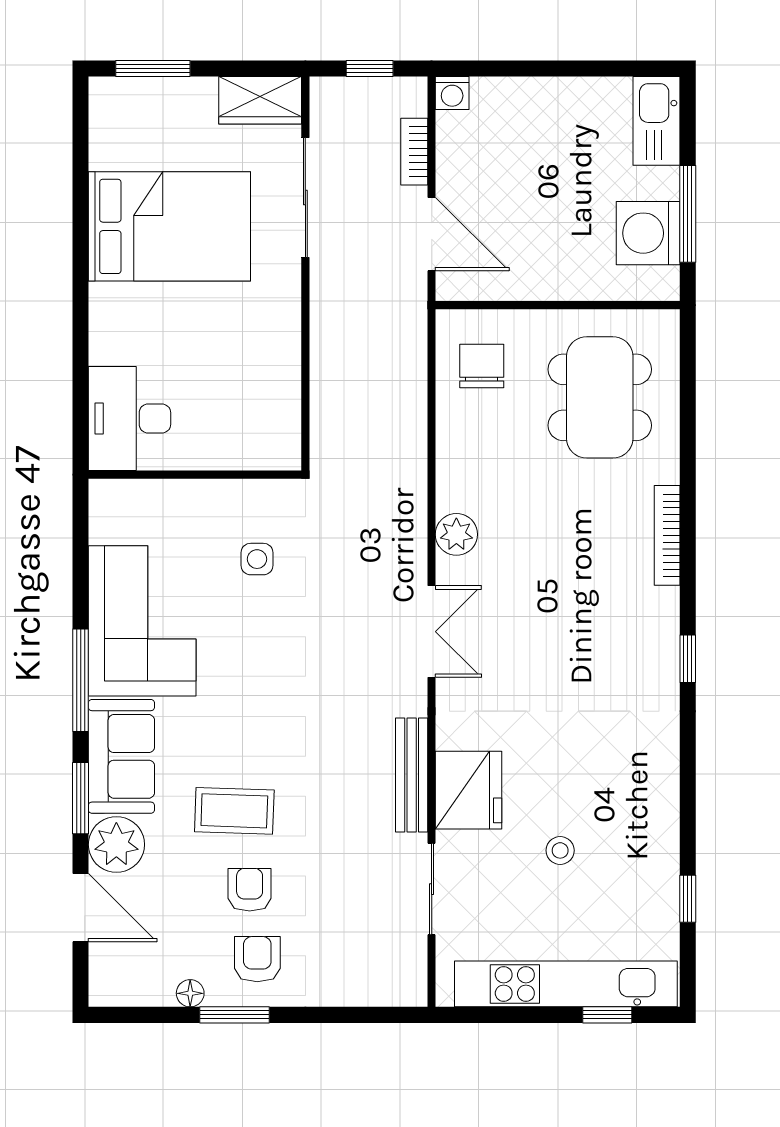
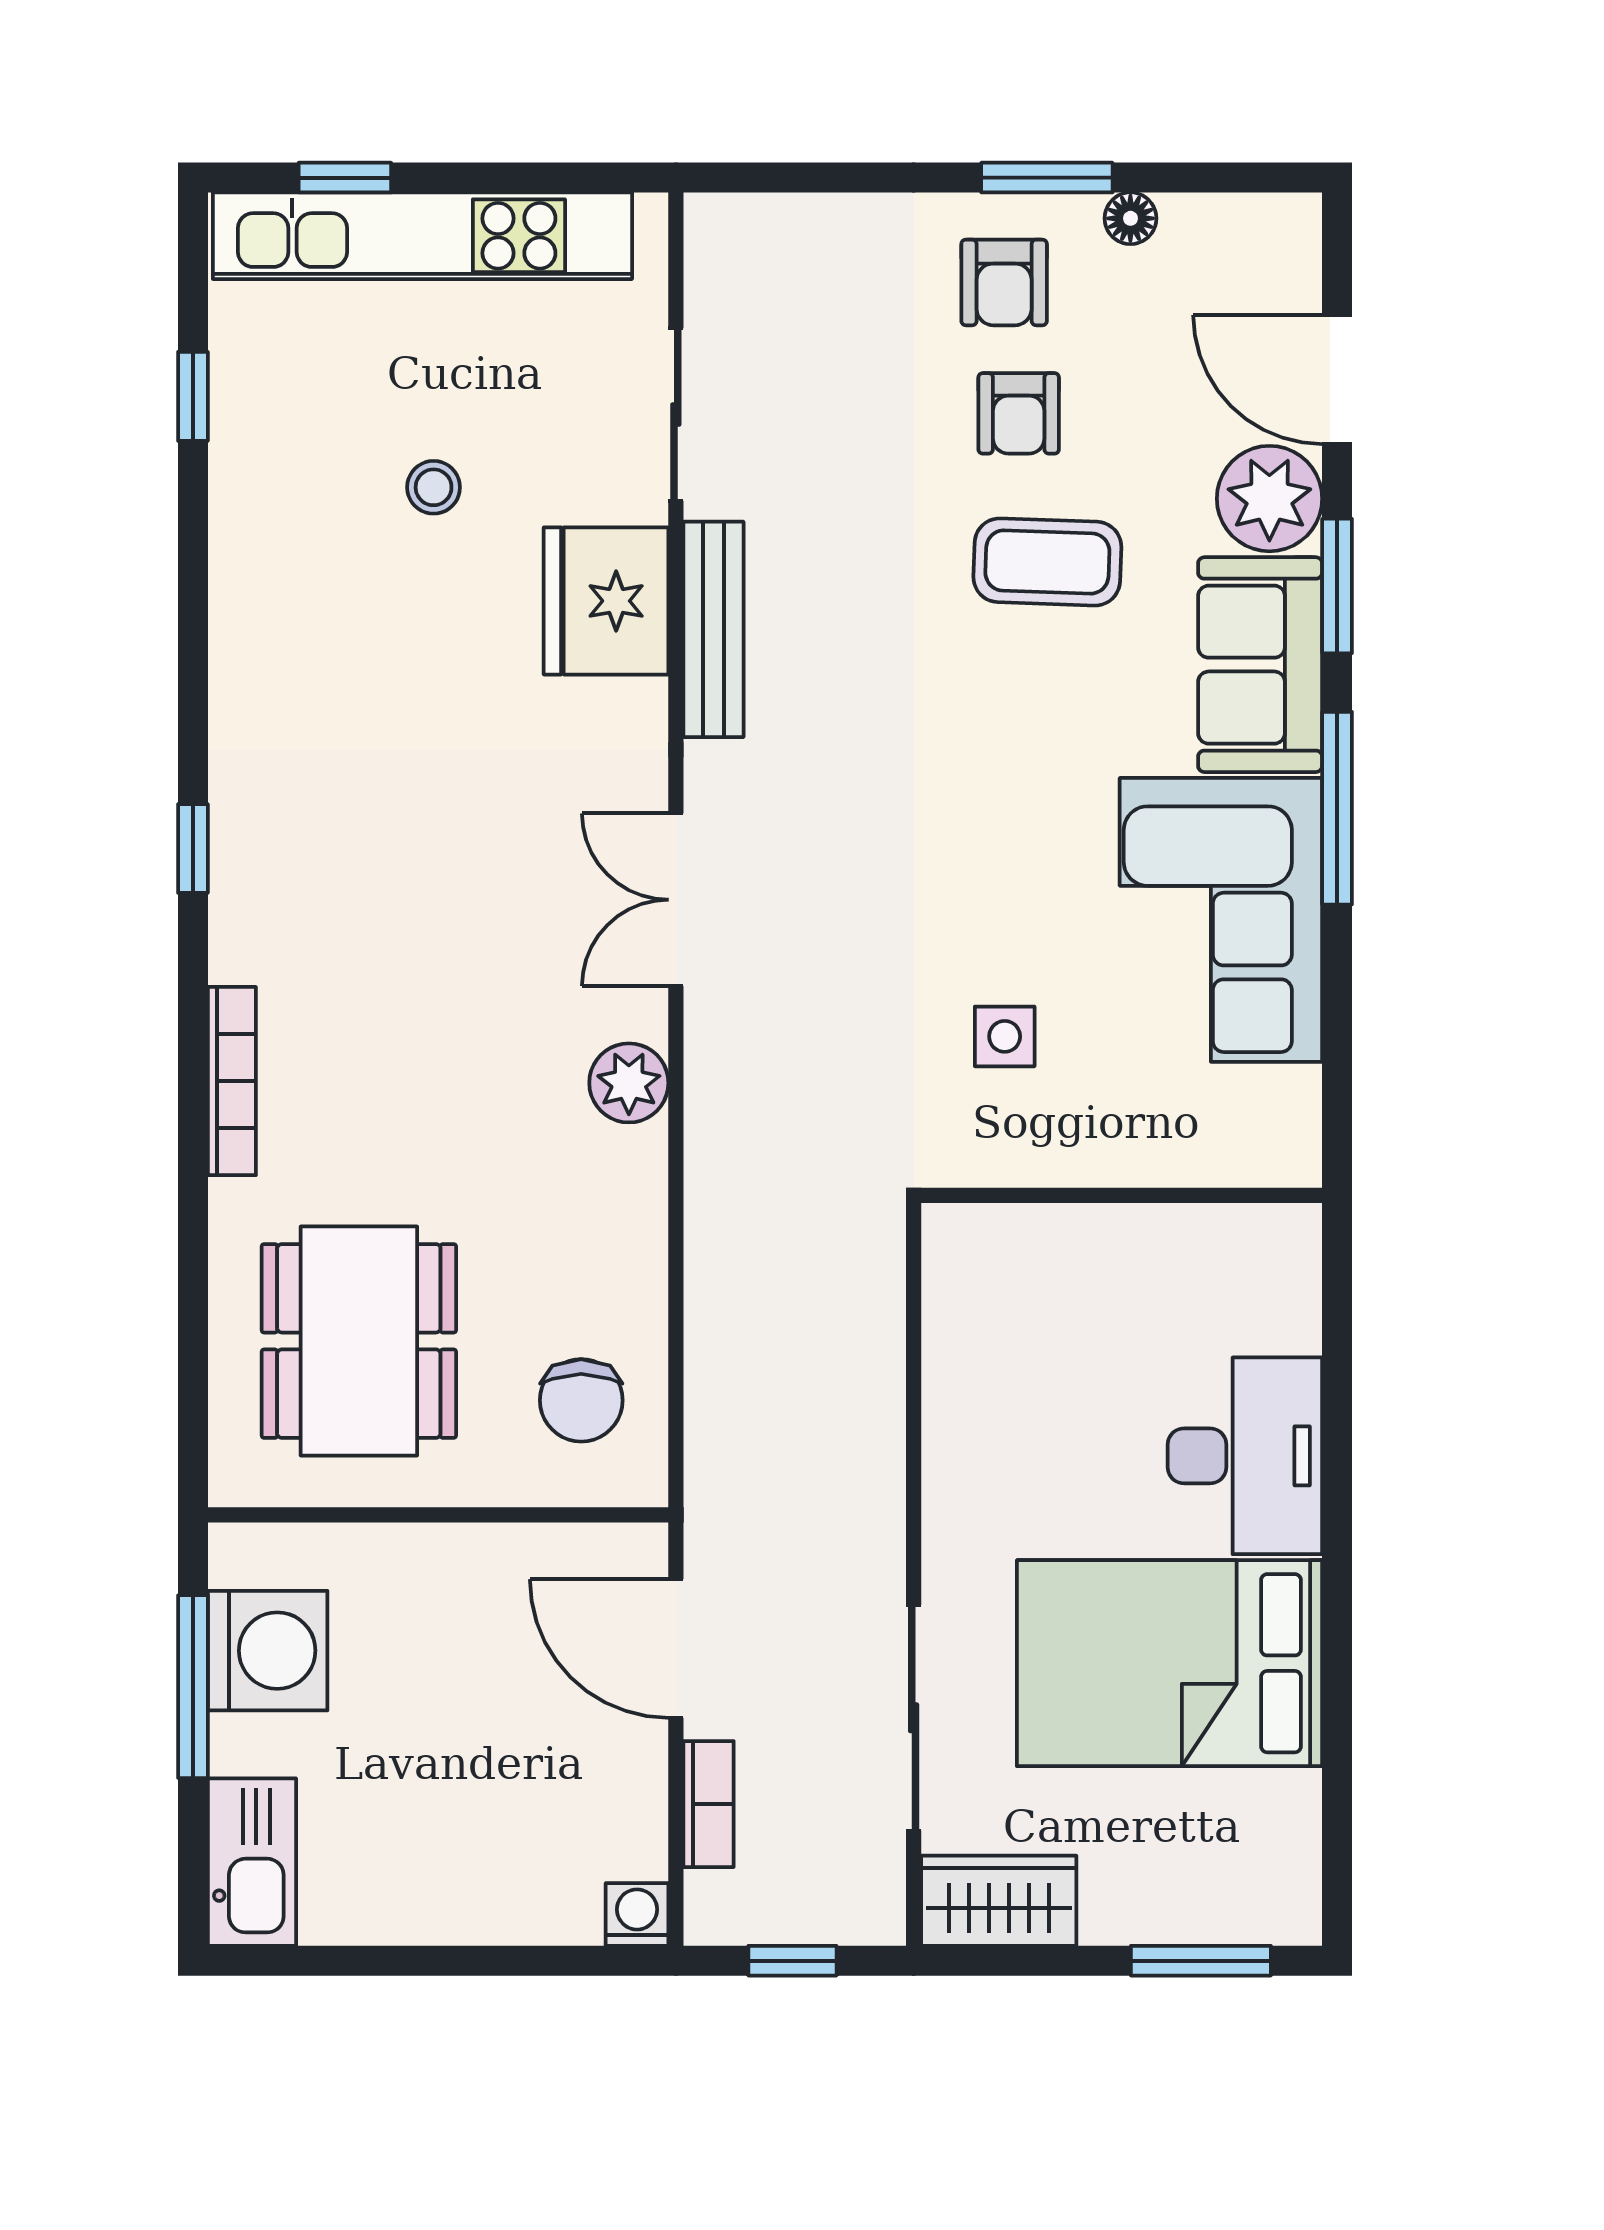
desk: (129, 418) -> (1245, 1456), moved

